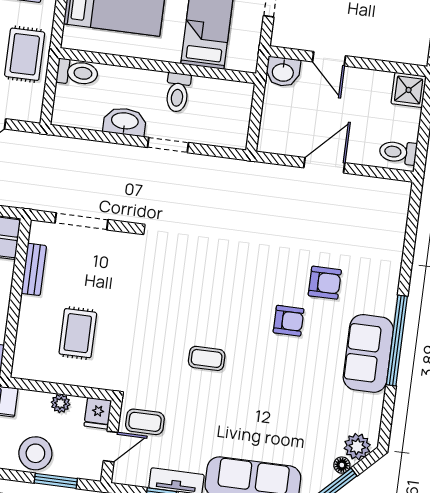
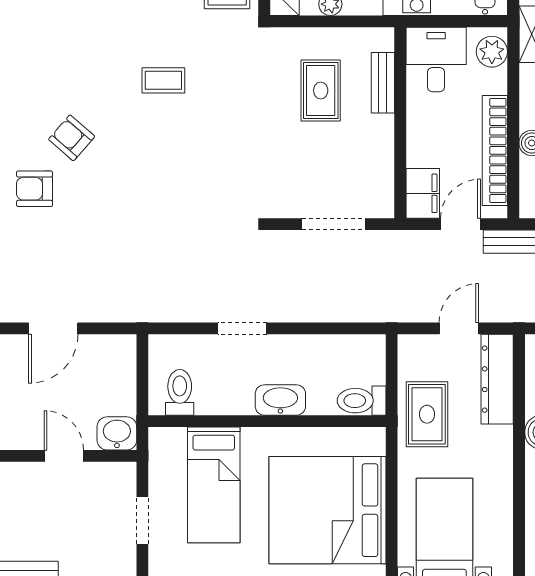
toilet: (178, 92) -> (180, 392), moved
washbasin: (125, 122) -> (280, 400), moved, turned 180
bench: (34, 269) -> (383, 83), moved
armchair: (289, 321) -> (72, 138), turned 41

